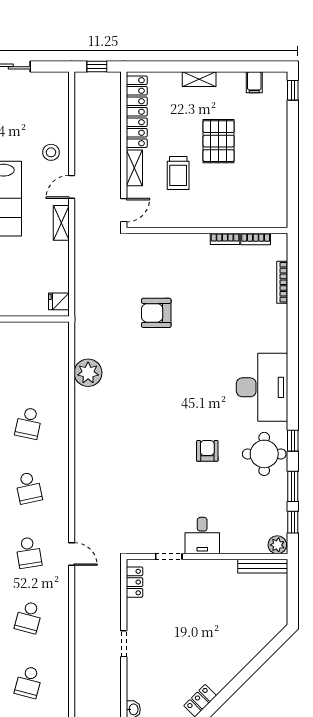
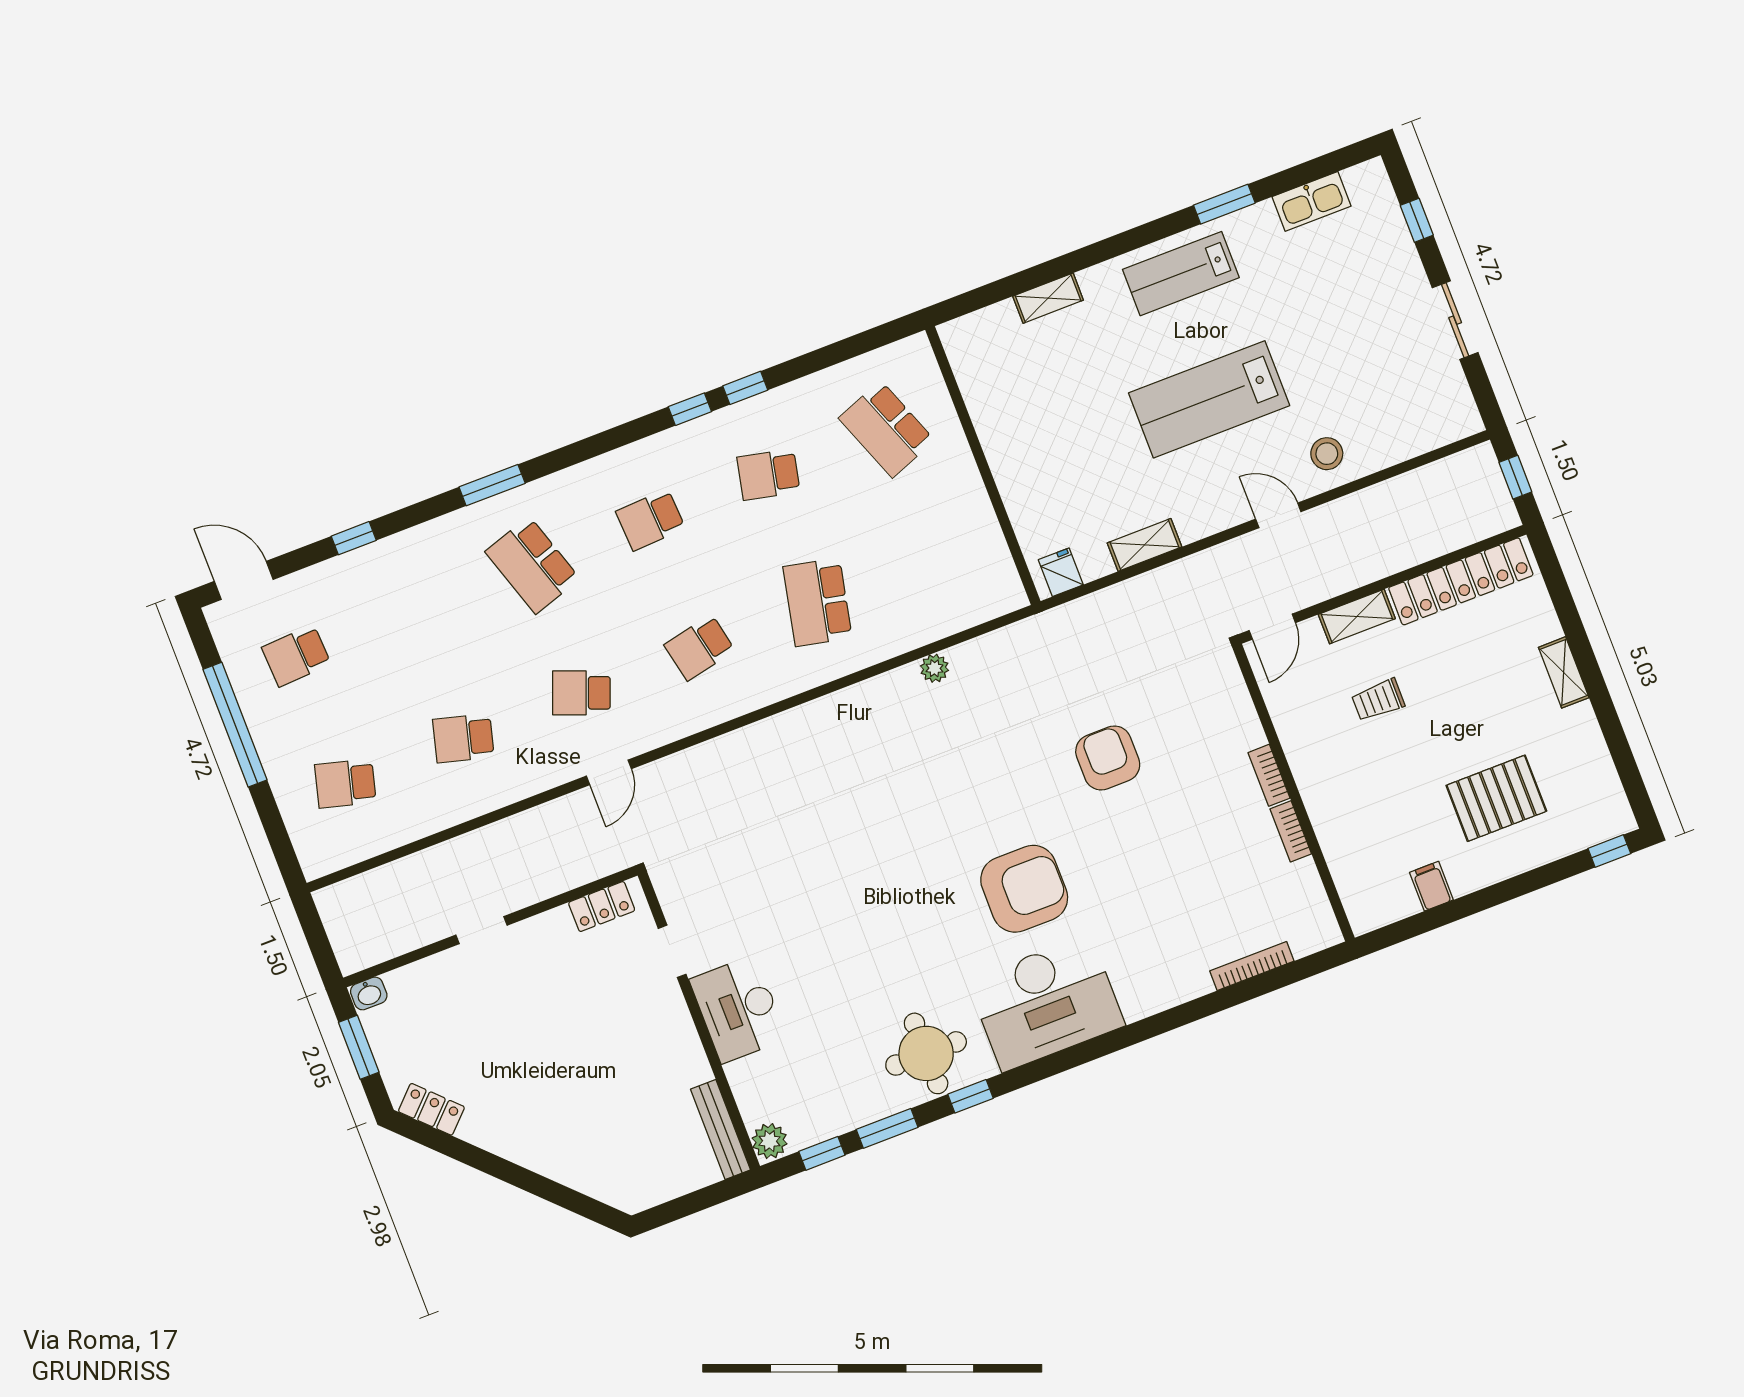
filing cabinet: (254, 82) -> (1431, 886), moved, turned 90
pallet: (219, 141) -> (1496, 798), moved
trolley: (178, 173) -> (1378, 700), width x0.73, depth x0.72
door: (124, 210) -> (1272, 627), hinge flipped
shelving: (61, 223) -> (1144, 545), moved
bookcase: (256, 239) -> (1269, 775), moved
plant: (88, 373) -> (934, 668), width x0.53, depth x0.53
school desk: (29, 423) -> (817, 602), width x1.85
armchair: (207, 451) -> (1024, 889), moved, width x1.88, depth x1.88
desk: (202, 536) -> (738, 1009), width x1.37
school desk: (29, 553) -> (581, 693), turned 30

